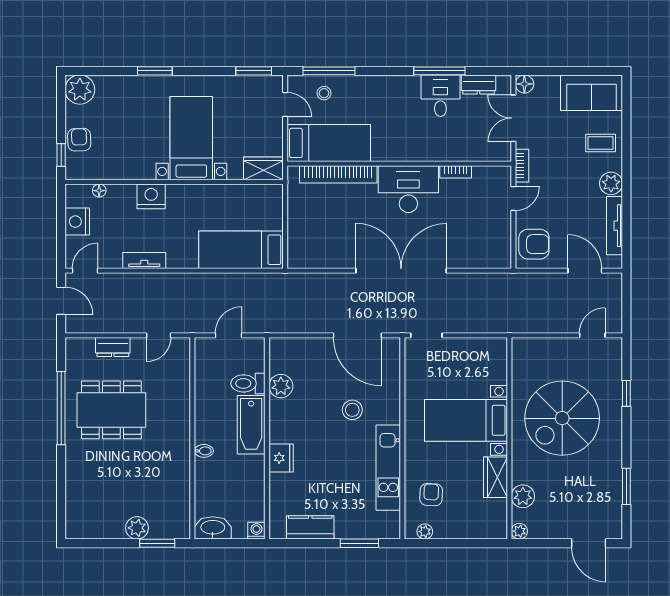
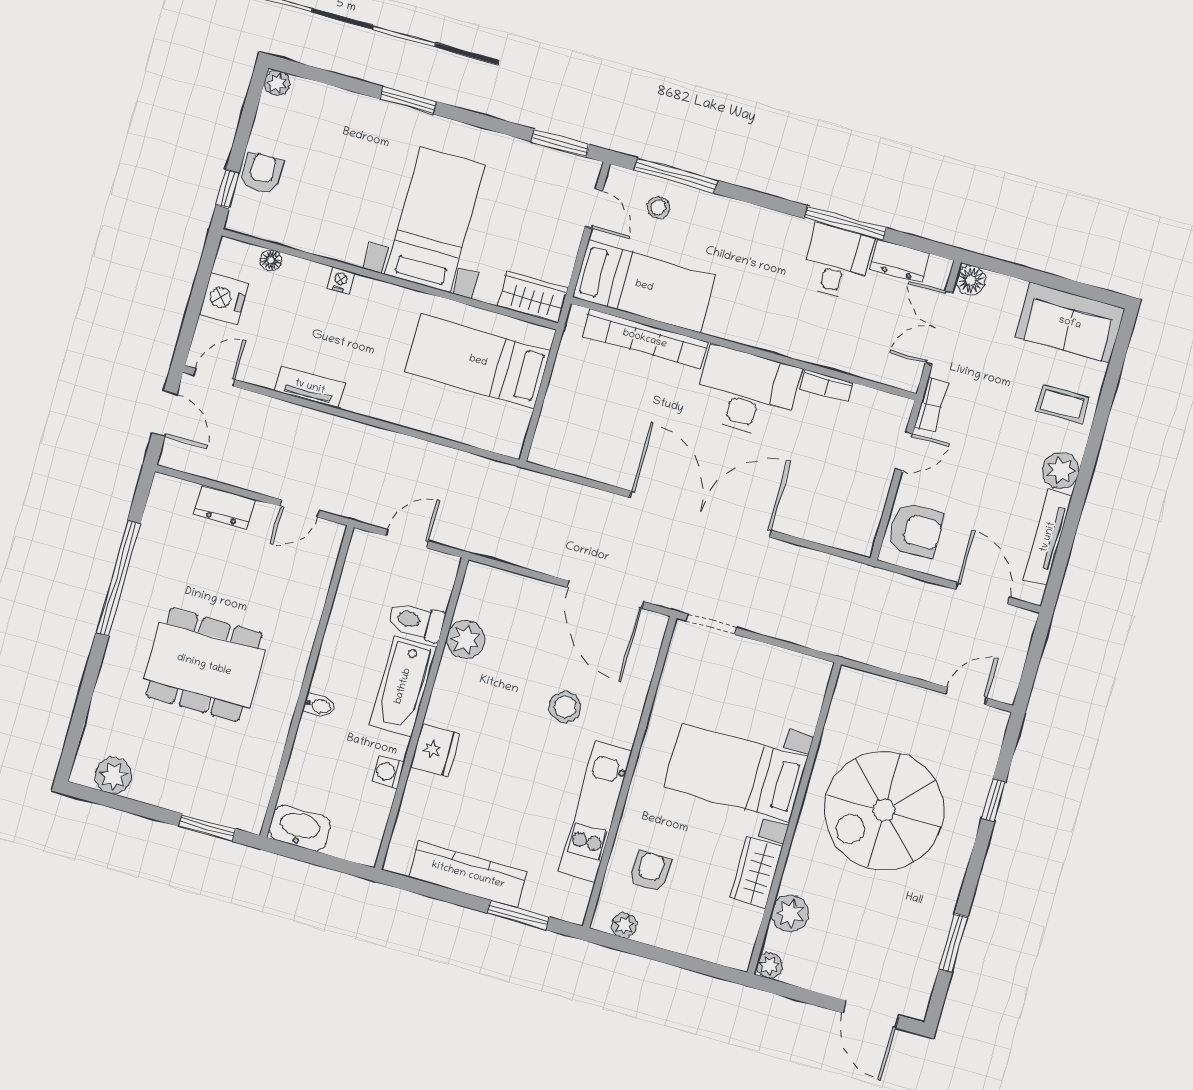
plant: (80, 90) -> (277, 83), width x0.53, depth x0.53
nightstand: (151, 196) -> (340, 280), width x0.53, depth x0.56
bed: (241, 250) -> (478, 361), moved
dining table: (111, 410) -> (204, 665), moved
kitchen counter: (310, 527) -> (468, 875), width x1.50
plant: (137, 528) -> (114, 776), moved
washing machine: (256, 531) -> (388, 772), moved, turned -90

